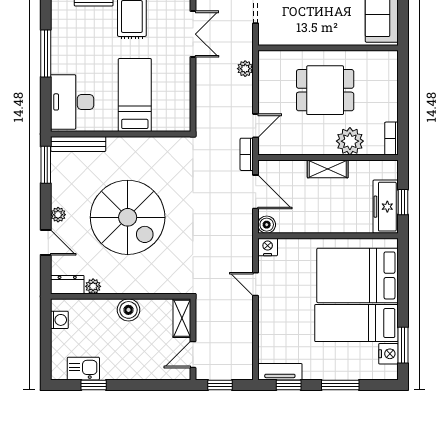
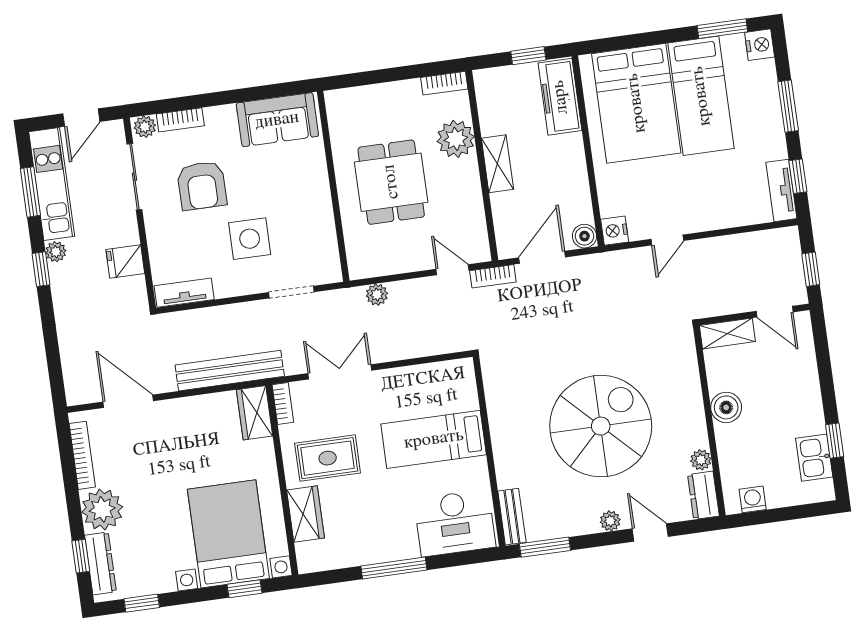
bench: (78, 144) -> (512, 517), width x0.73
freezer: (386, 207) -> (560, 97), moved, turned 90
door: (46, 242) -> (650, 533), hinge flipped
nightstand: (388, 354) -> (760, 45), moved, turned 90

